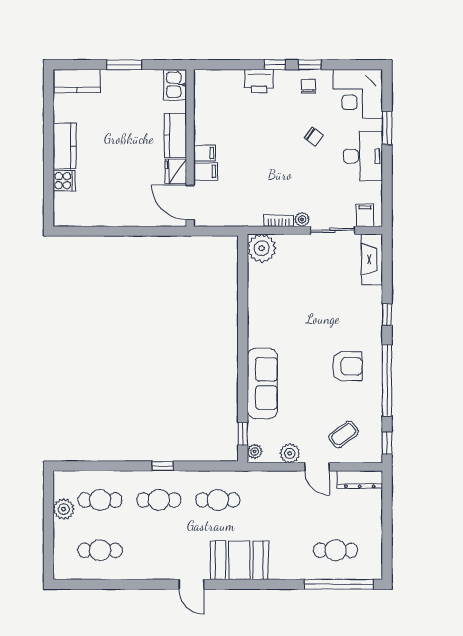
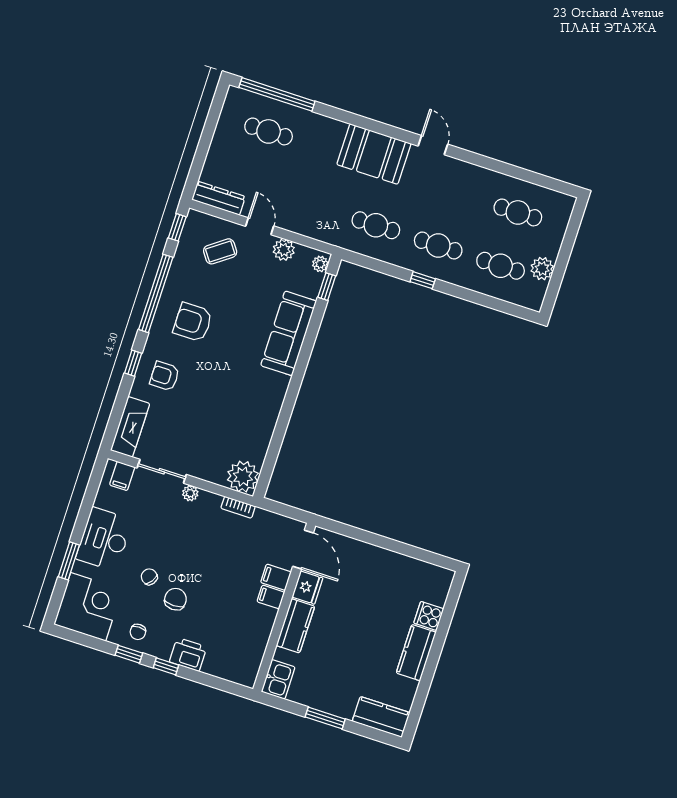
chair: (285, 125) -> (175, 599), added
bookcase: (279, 221) -> (238, 507), moved
armchair: (356, 312) -> (165, 376), added

